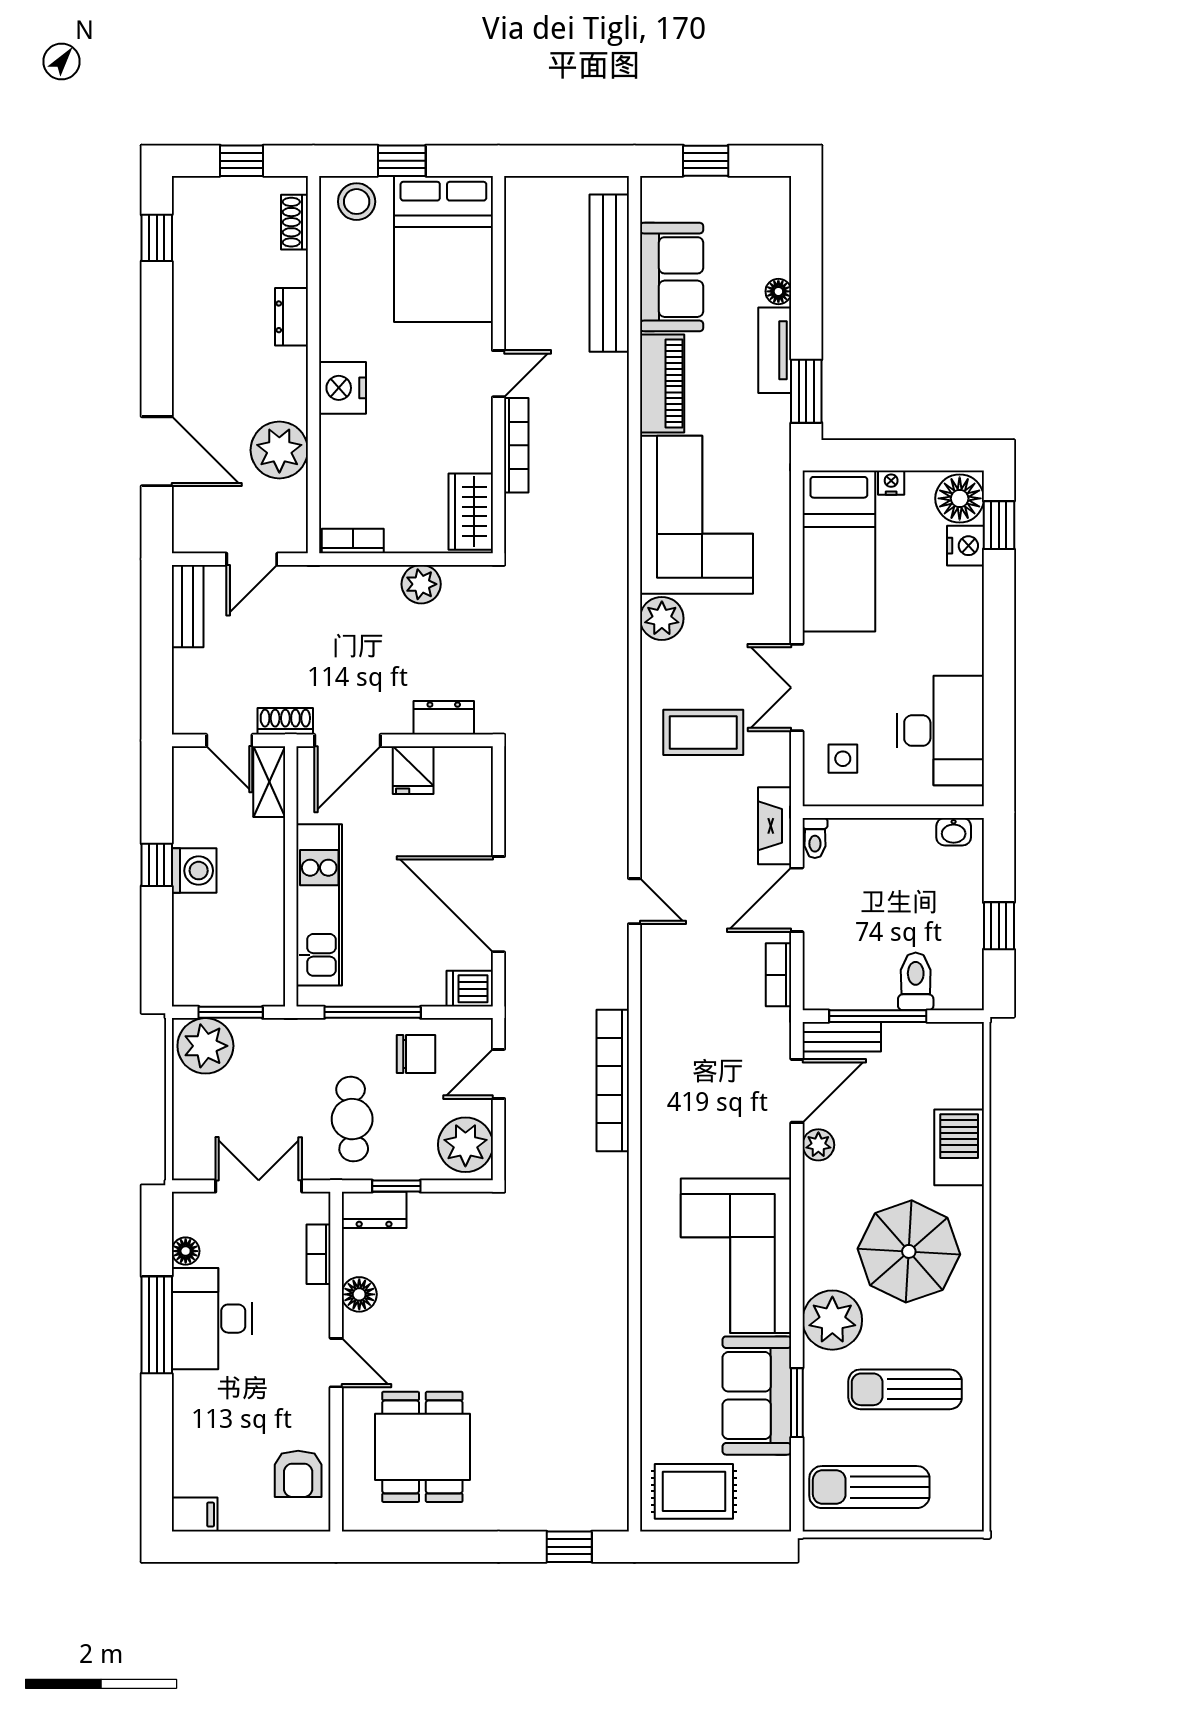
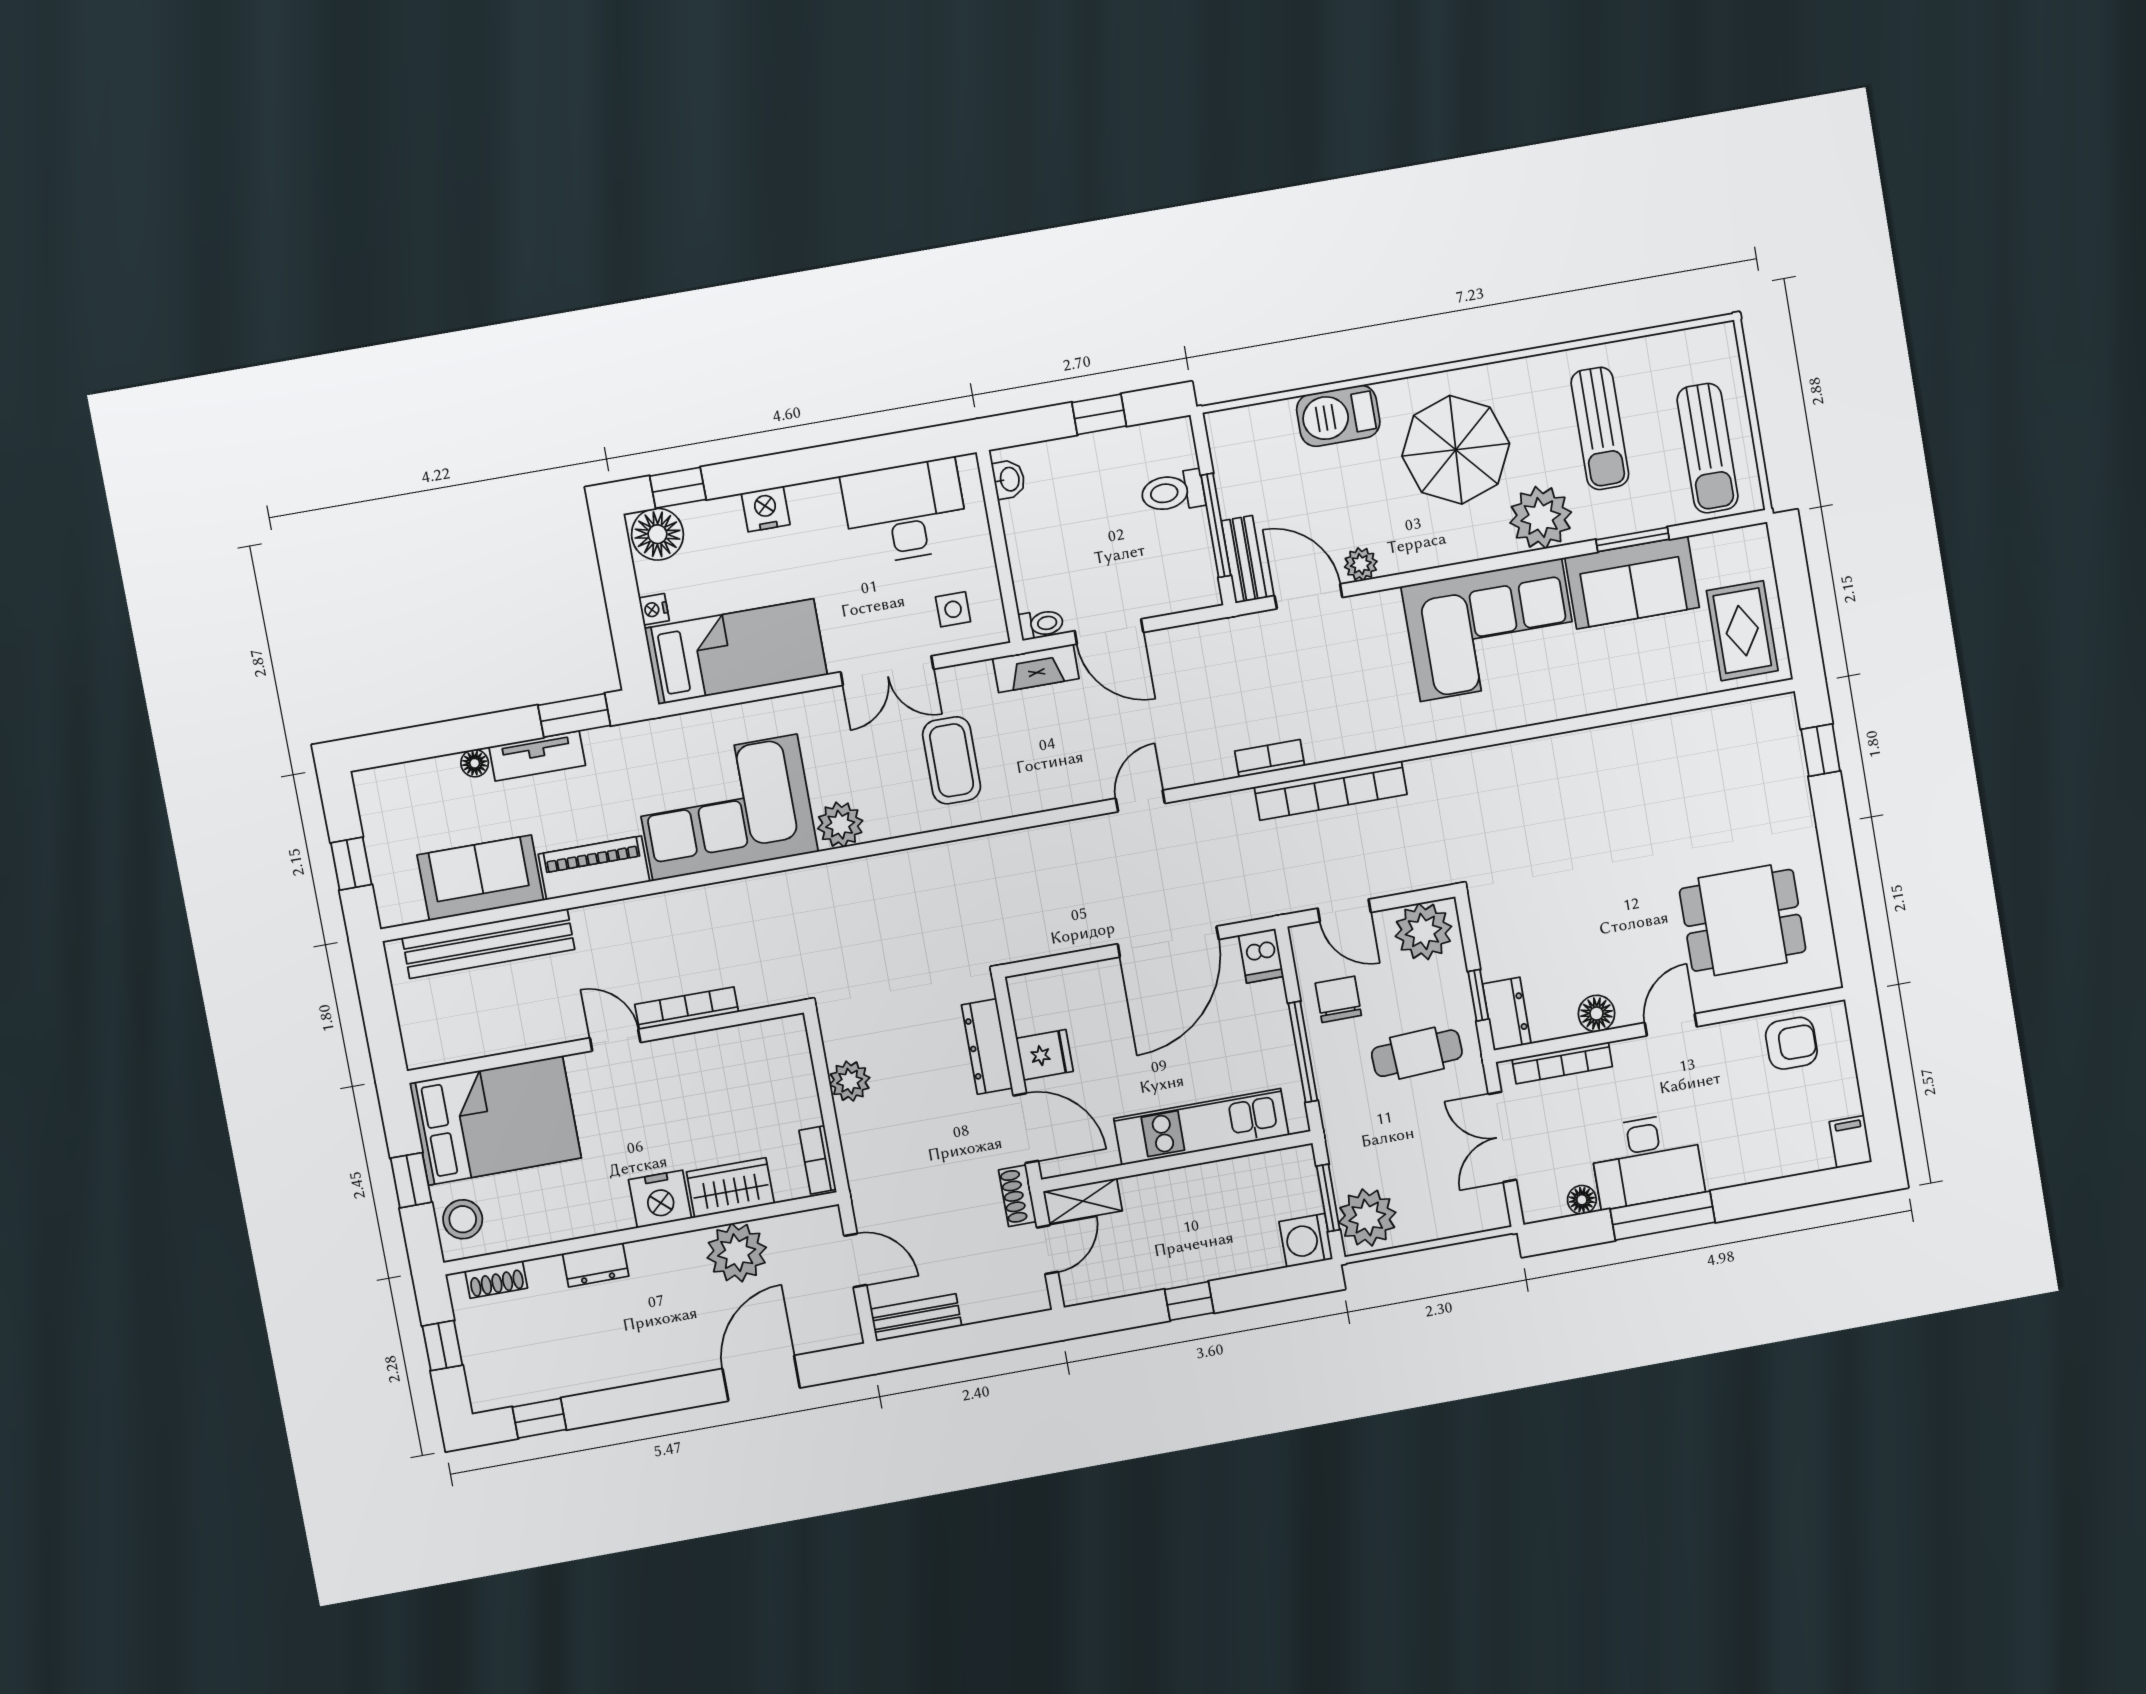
wardrobe: (471, 512) -> (730, 1188), moved, turned 180
nightstand: (965, 546) -> (766, 509), moved
dresser: (444, 718) -> (987, 1047), width x1.44
washing machine: (194, 871) -> (1306, 1240), moved, turned -90
bookcase: (779, 975) -> (1270, 758), moved, turned 180
bookcase: (318, 1254) -> (1562, 1063), width x1.56

